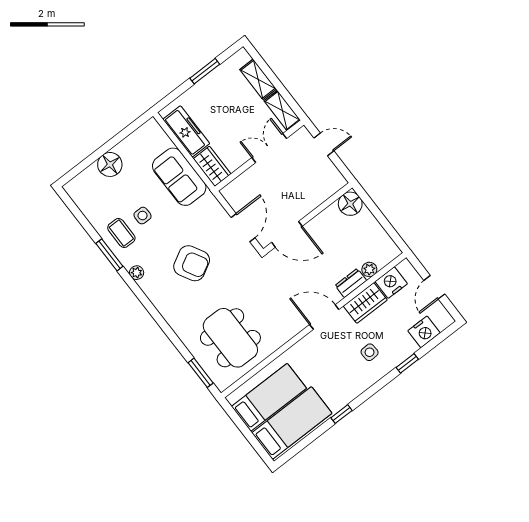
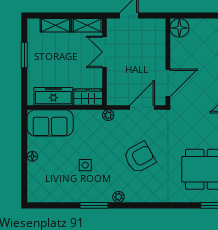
floor lamp: (110, 164) -> (32, 156), width x0.53, depth x0.53
sofa: (179, 177) -> (50, 123), moved
plant: (209, 200) -> (108, 115), added
door: (243, 228) -> (142, 107), hinge flipped
coffee table: (121, 233) -> (86, 187), removed

